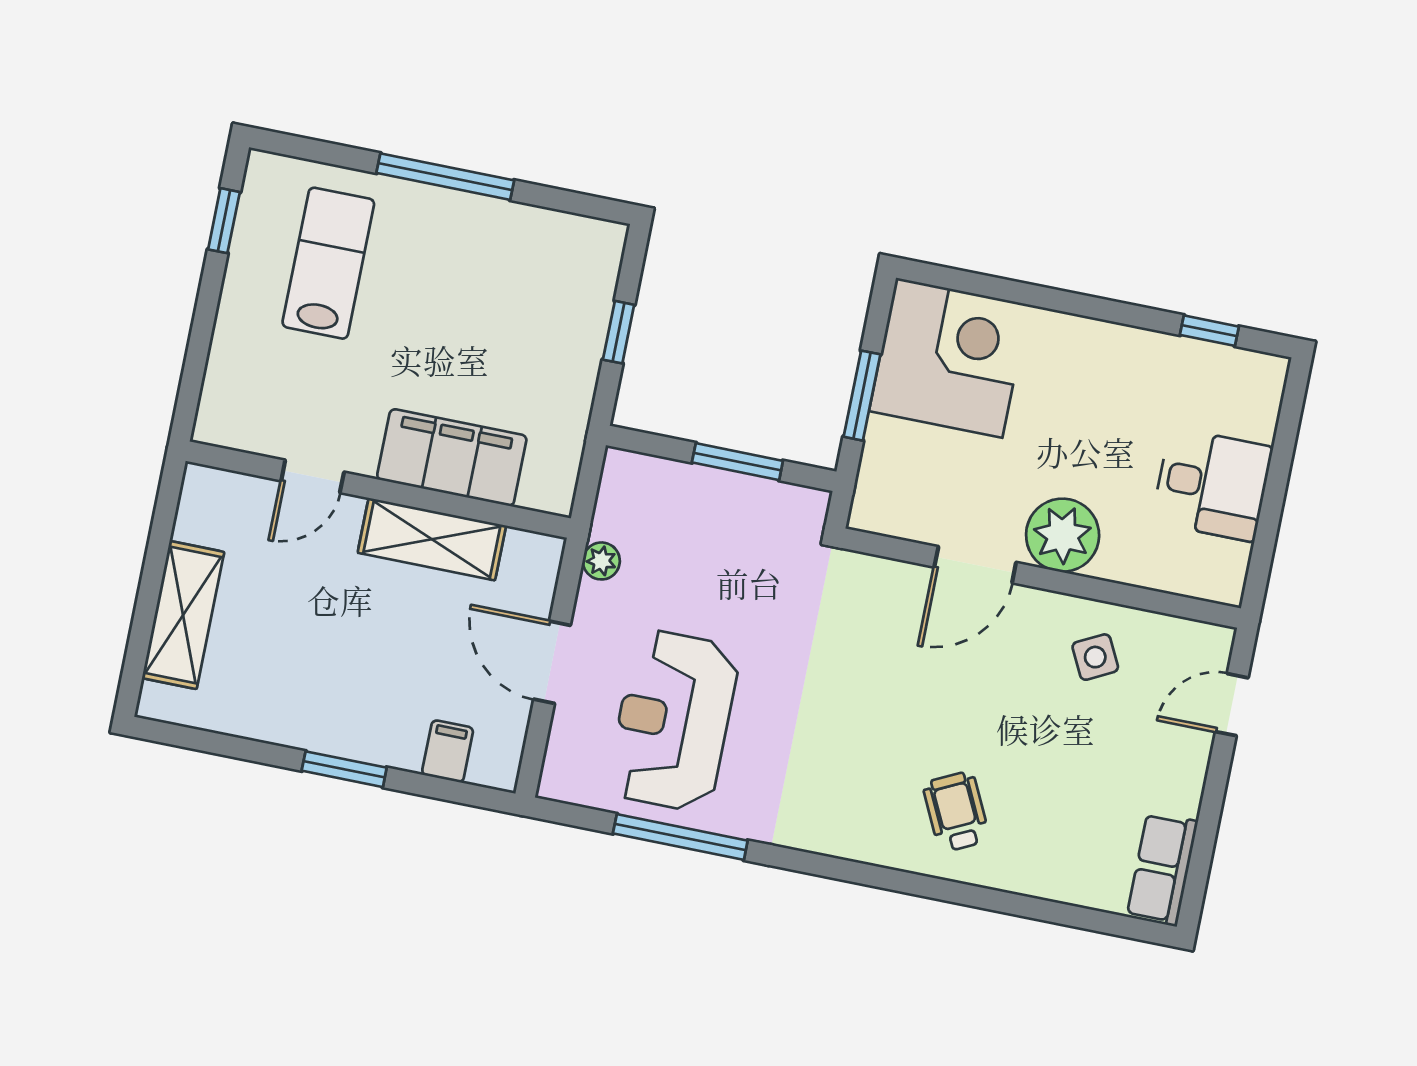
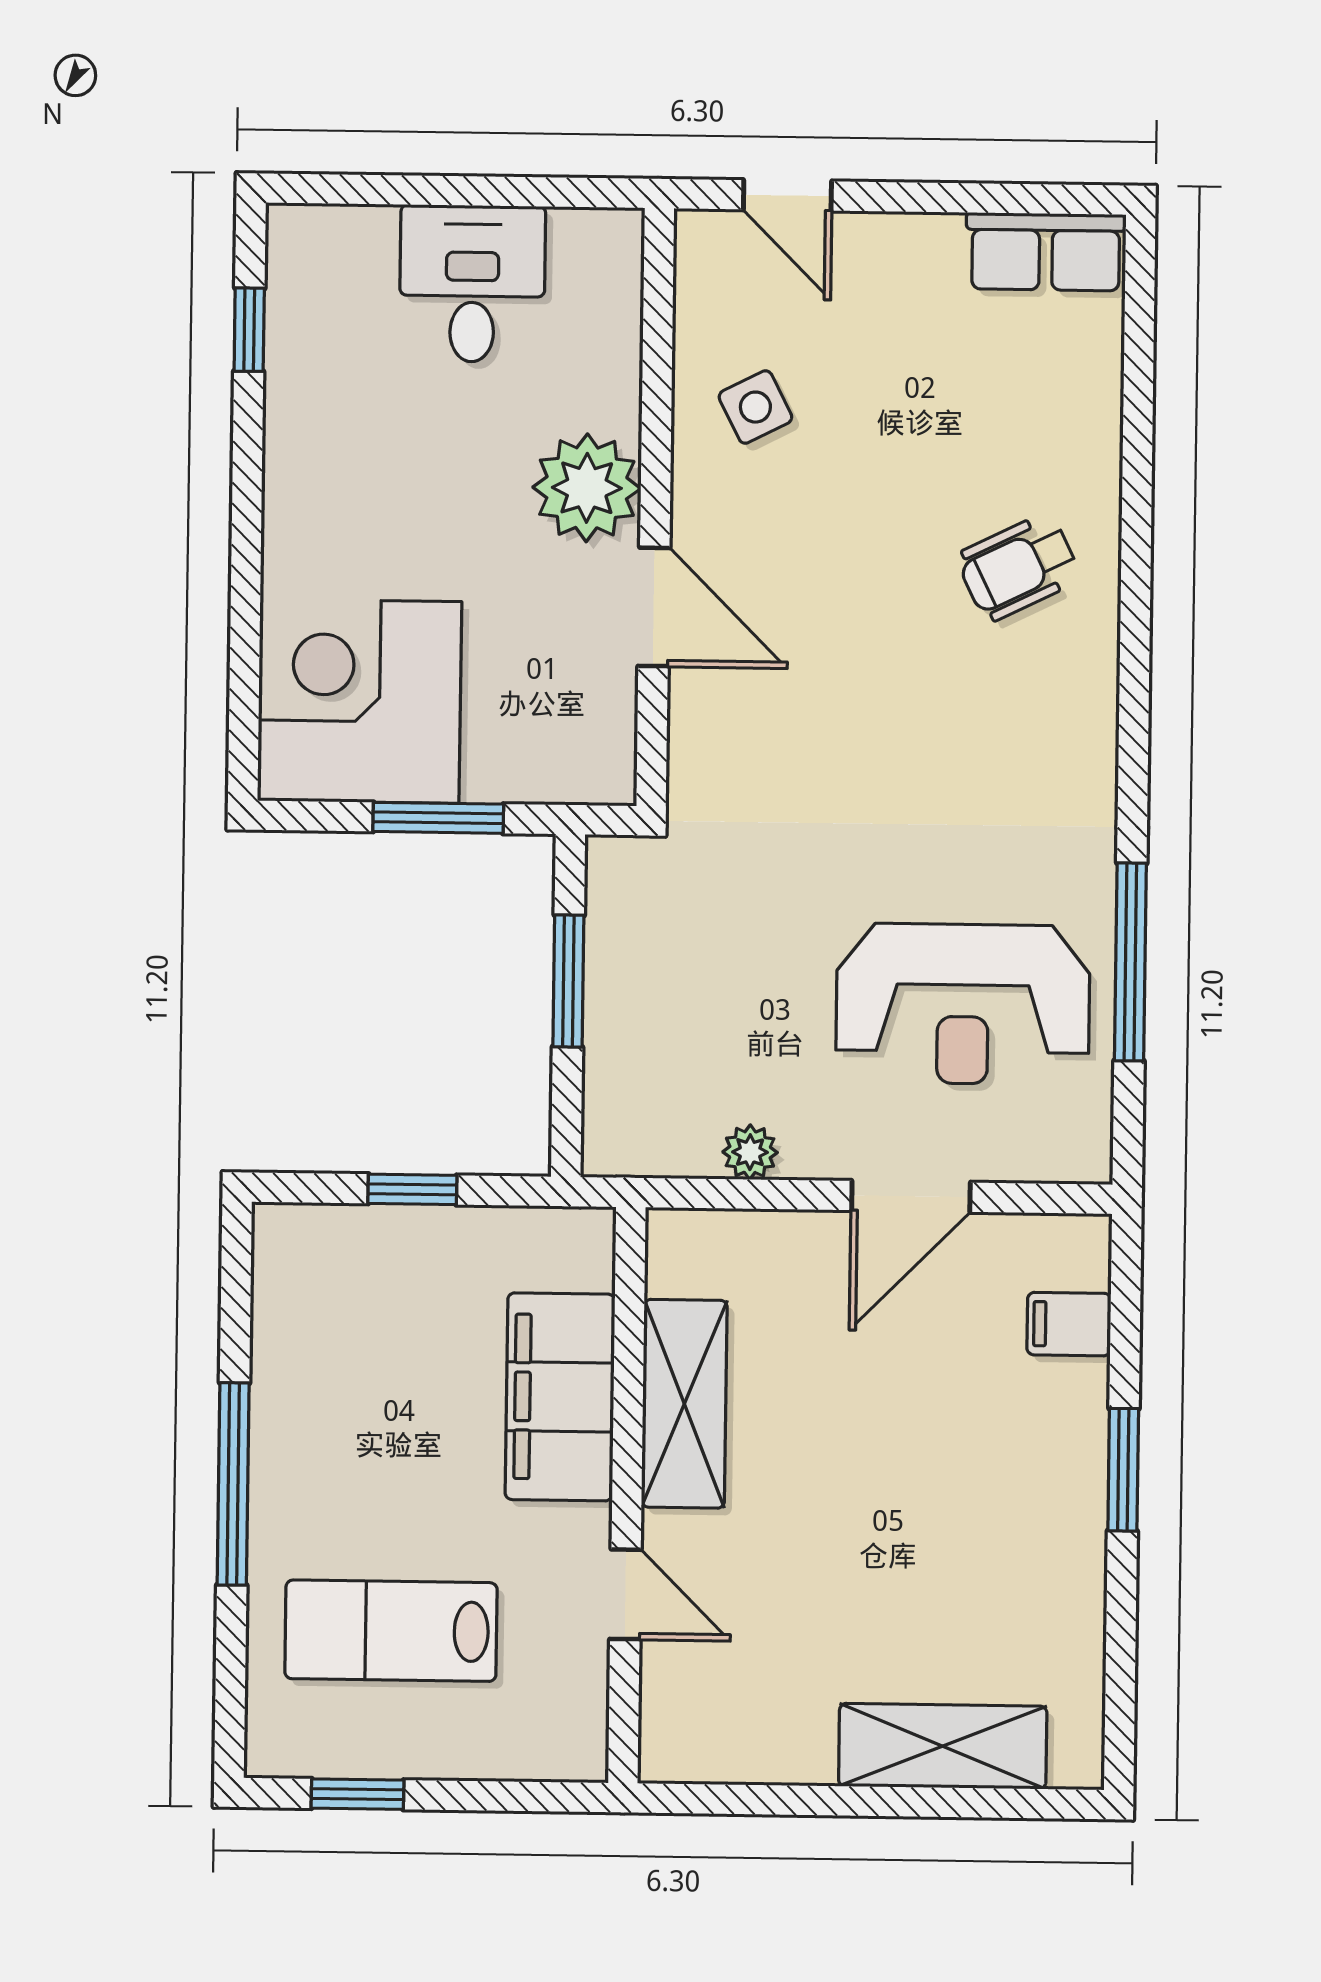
filing cabinet: (452, 458) -> (560, 1397), moved
door: (313, 476) -> (625, 1594), moved
wall: (378, 490) -> (627, 1495), moved
shelving: (432, 539) -> (684, 1404), moved

